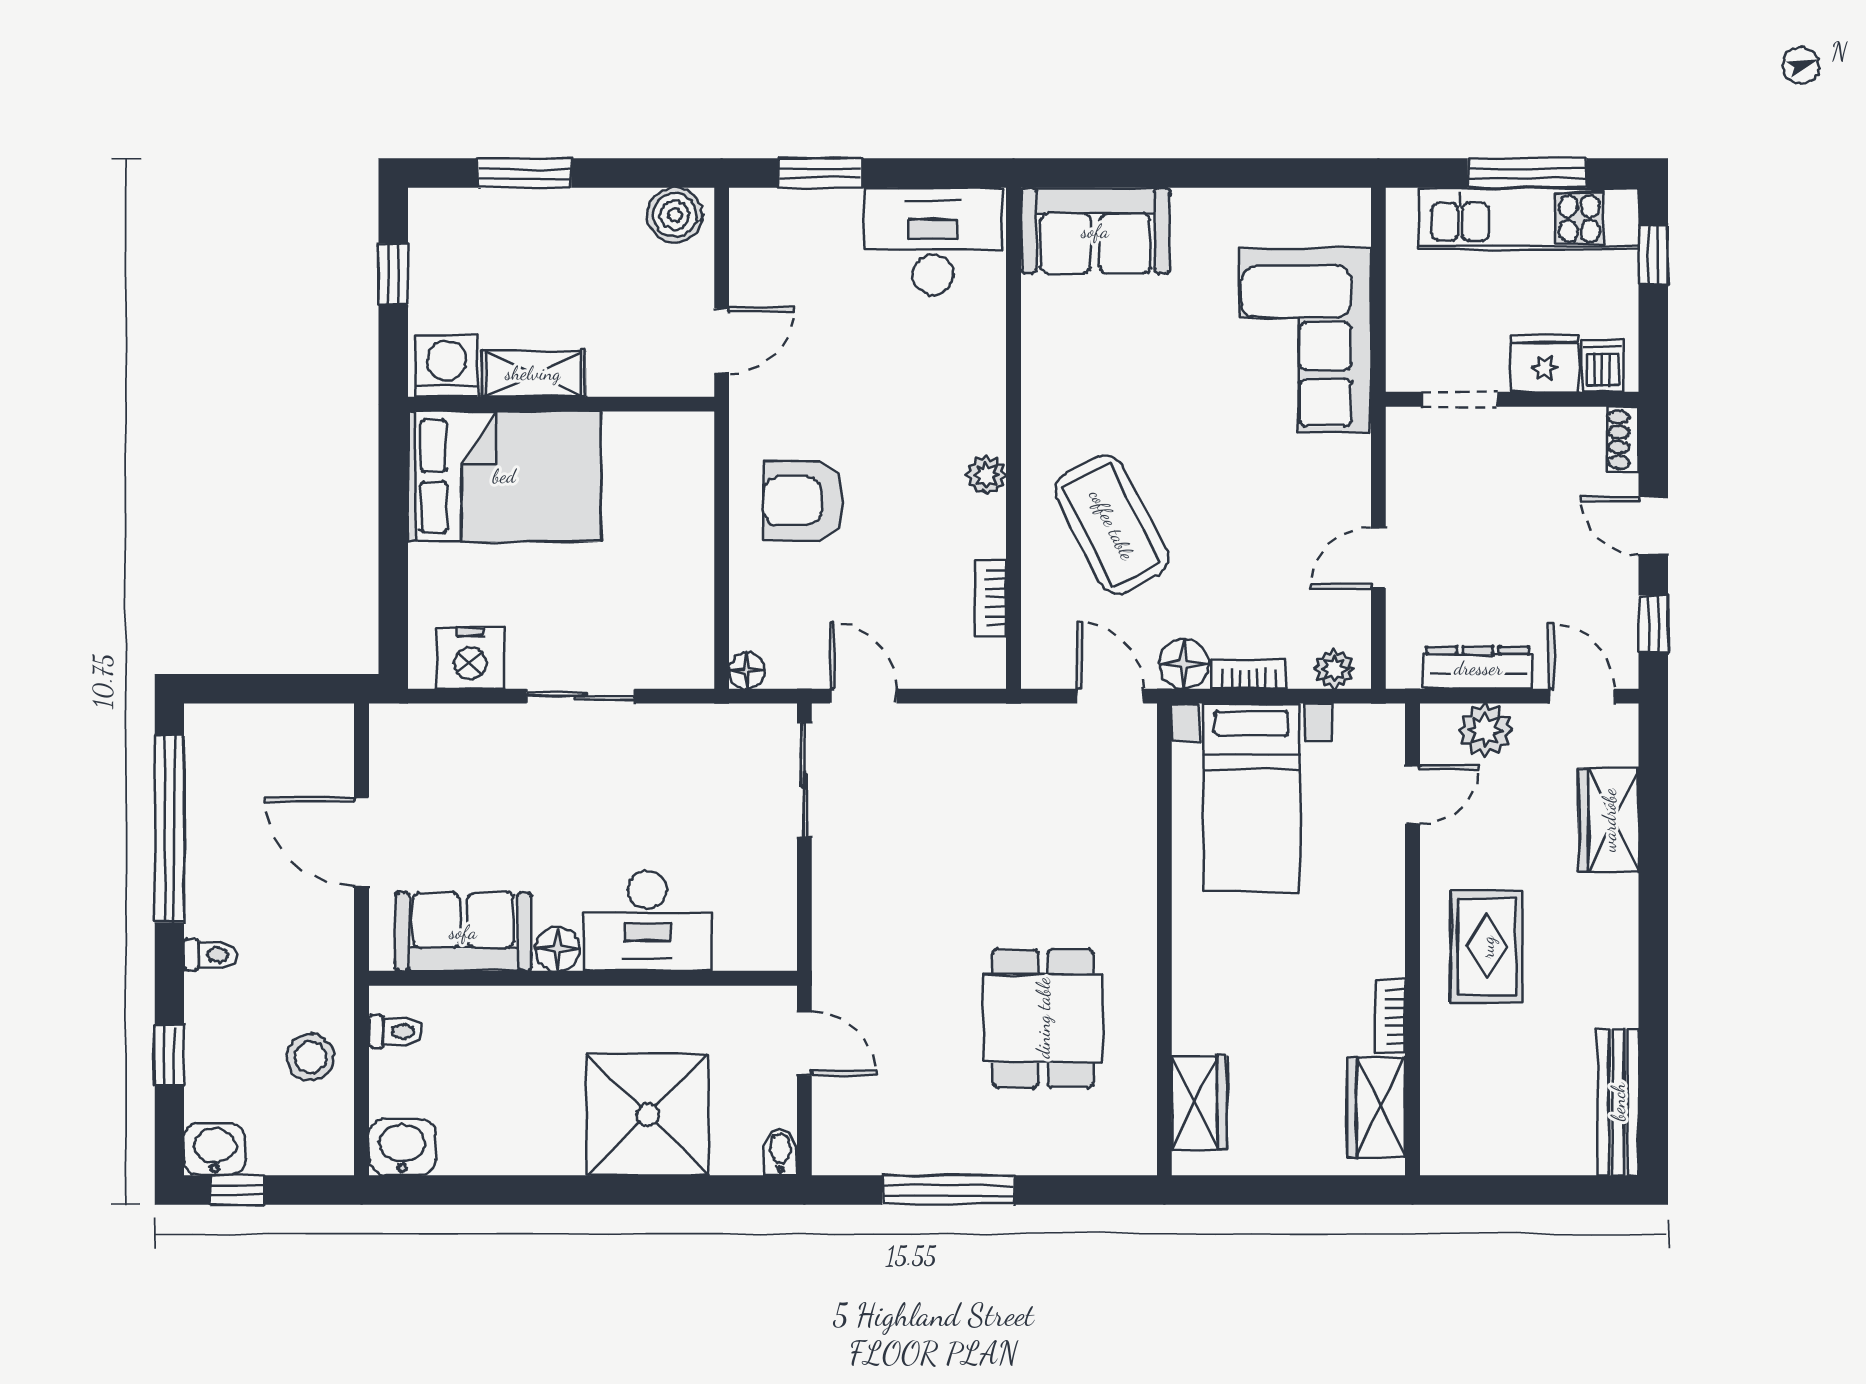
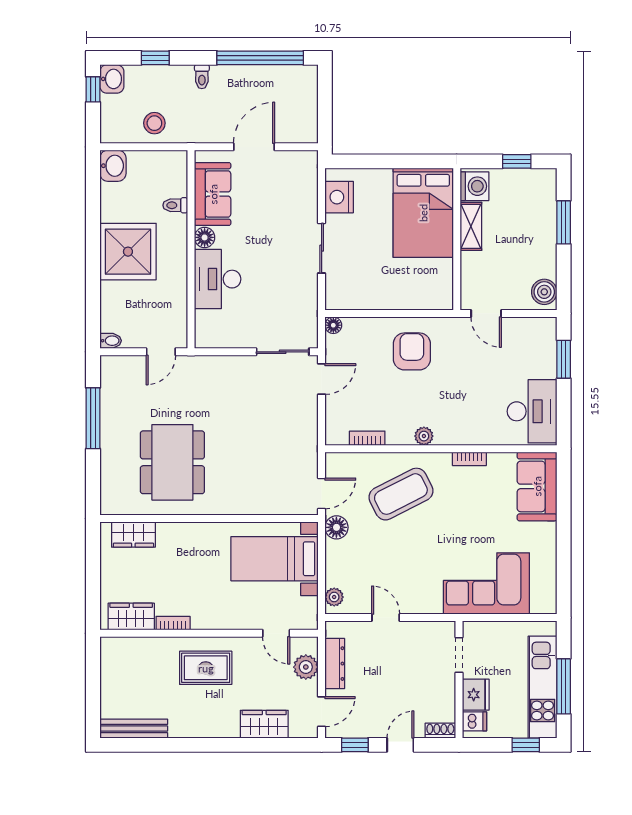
bookcase: (1249, 674) -> (469, 459), moved, turned 90
dining table: (1043, 1018) -> (172, 462), width x1.38
toilet: (395, 1032) -> (175, 205), moved, turned 90
shower: (648, 1114) -> (128, 252), moved

